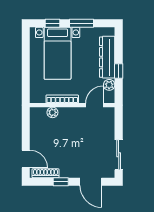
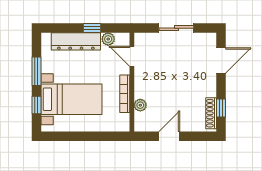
sliding door: (119, 155) -> (176, 28), moved
door: (26, 159) -> (169, 136), moved
window: (61, 182) -> (221, 108), moved

